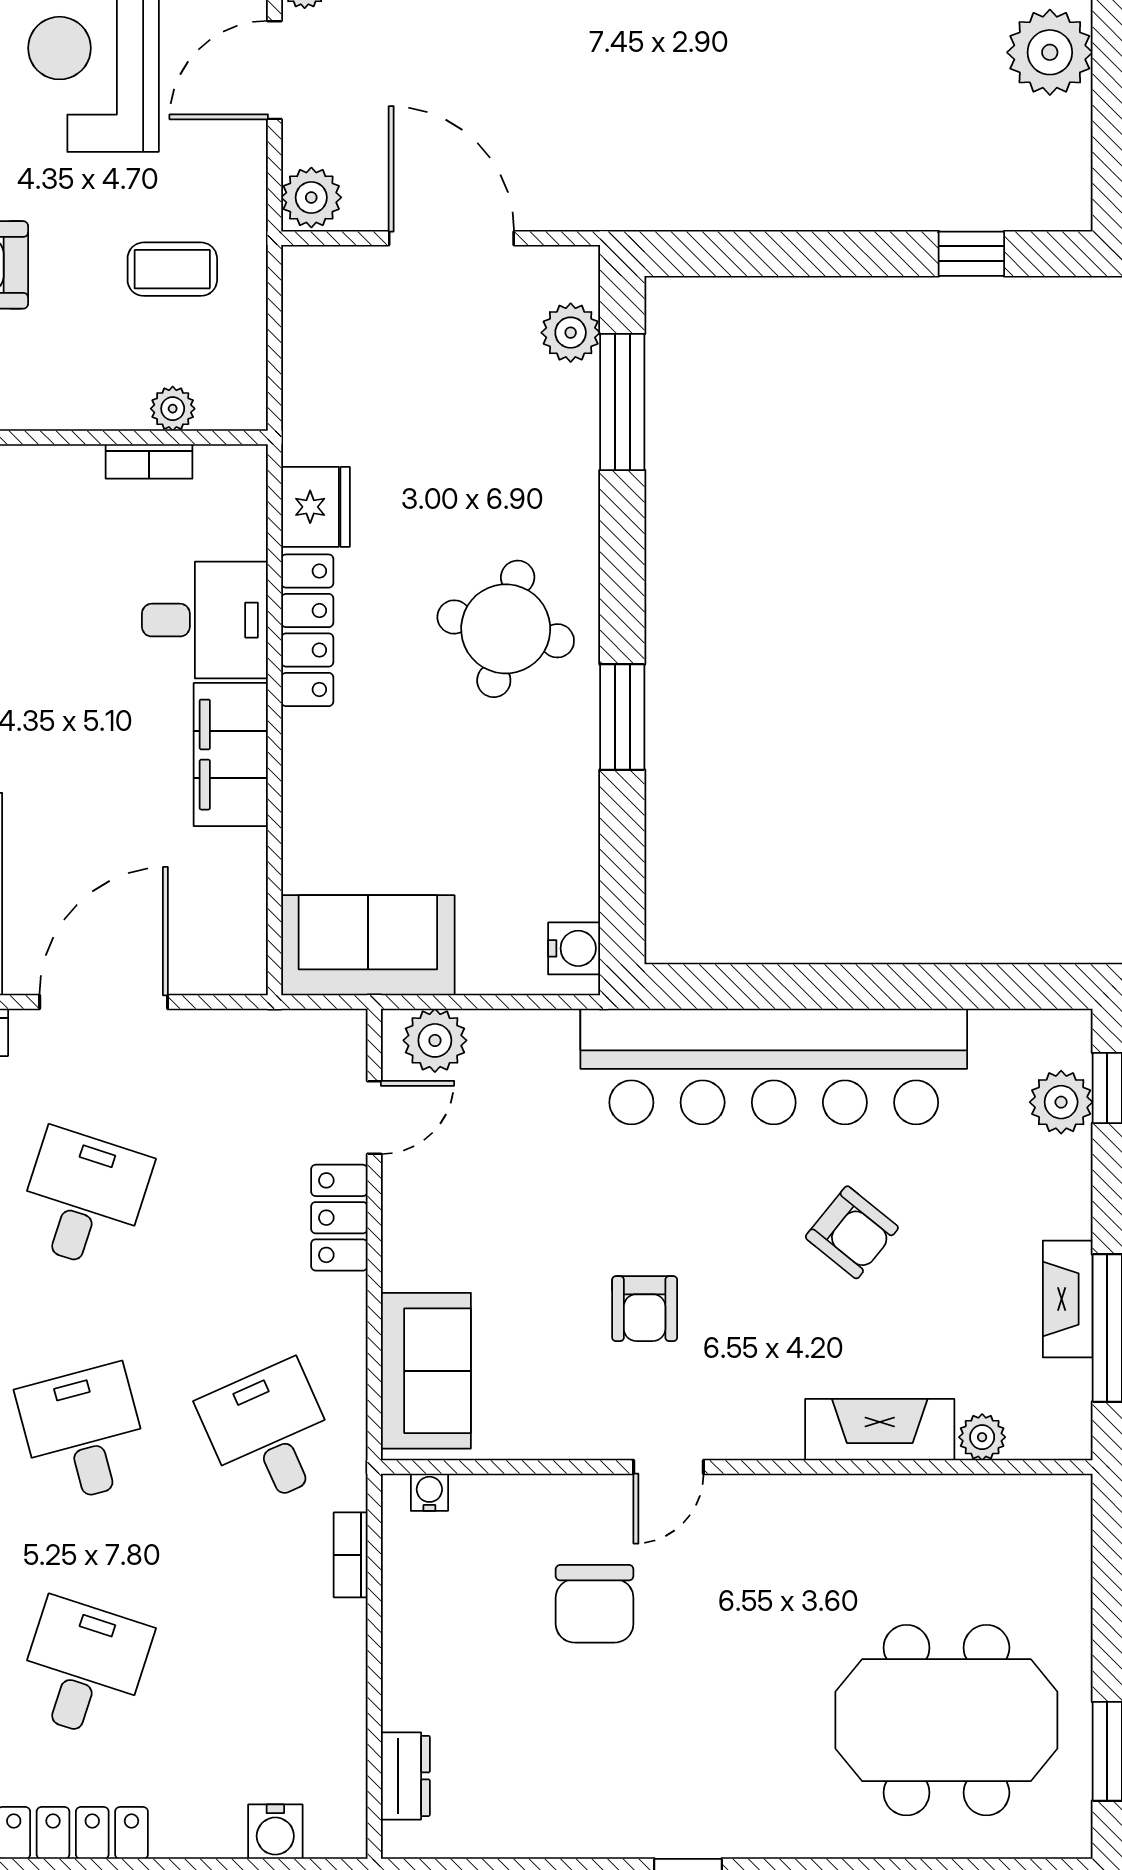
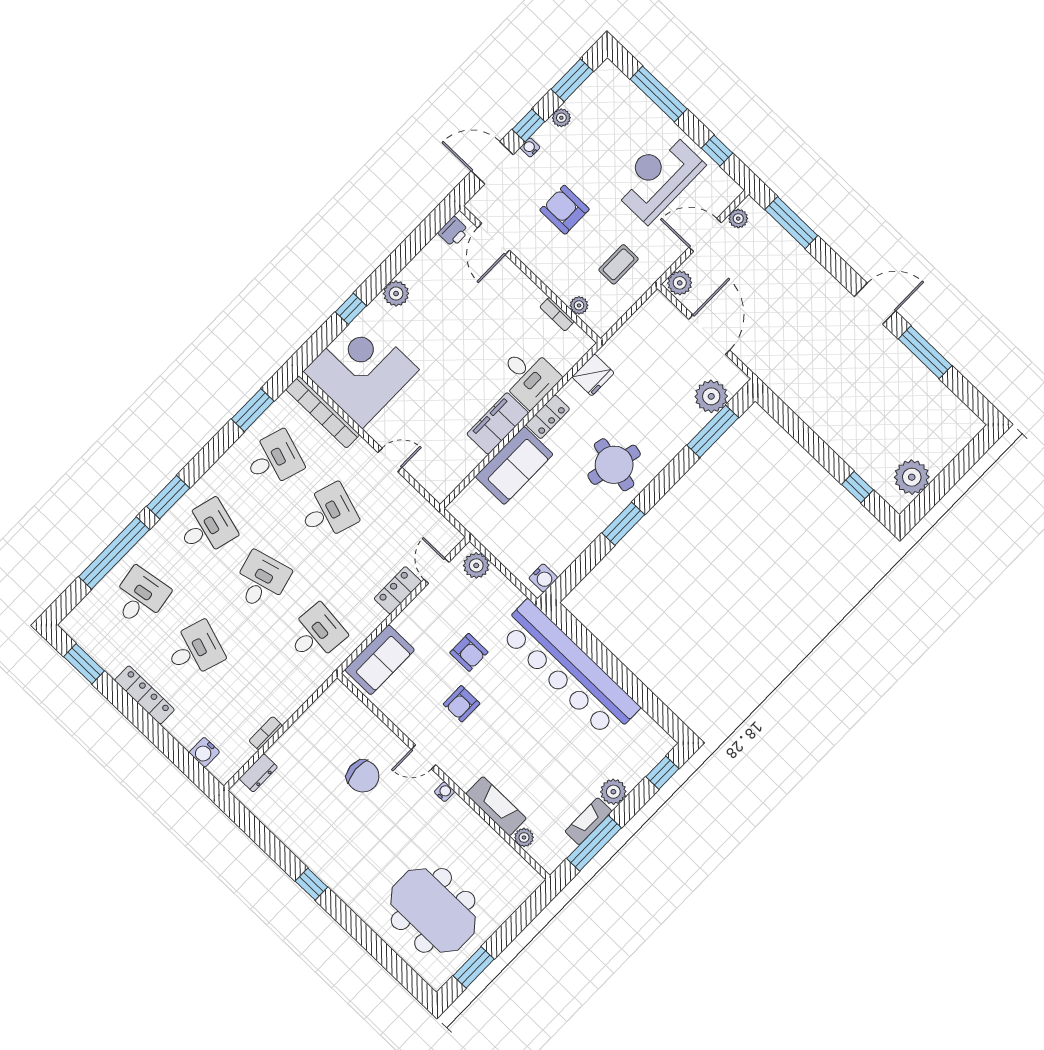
plant: (1050, 52) -> (912, 477), moved
coffee table: (172, 269) -> (619, 264), turned 90
plant: (571, 333) -> (711, 396), width x1.36, depth x1.36
locker: (307, 630) -> (548, 417), width x0.66
sofa: (368, 945) -> (514, 465), moved, turned 90
door: (104, 1002) -> (390, 460), width x0.53
plant: (1061, 1102) -> (613, 792), moved
door: (374, 1117) -> (437, 571), swing flipped
armchair: (852, 1232) -> (469, 652), moved, turned -39
desk: (269, 1434) -> (316, 634), turned 30
water cooler: (429, 1492) -> (444, 792), moved
bookcase: (351, 1555) -> (266, 733), moved
chair: (595, 1604) -> (363, 776), turned -94

